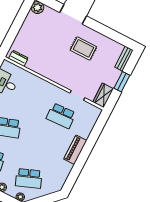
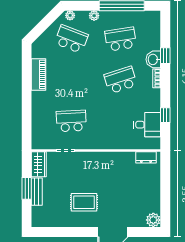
bench: (124, 59) -> (37, 192), moved
piano: (75, 150) -> (39, 74), moved
school desk: (29, 178) -> (71, 39), turned 42

